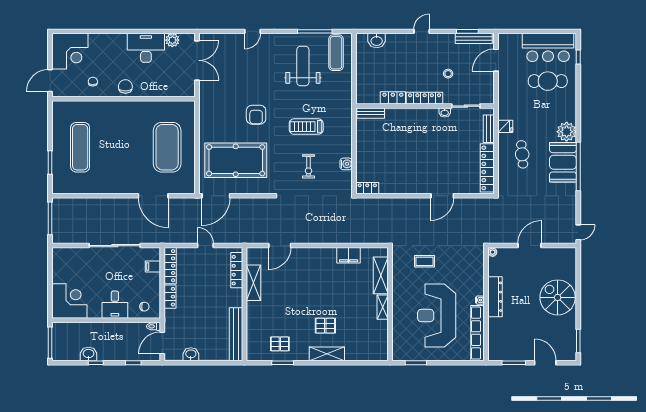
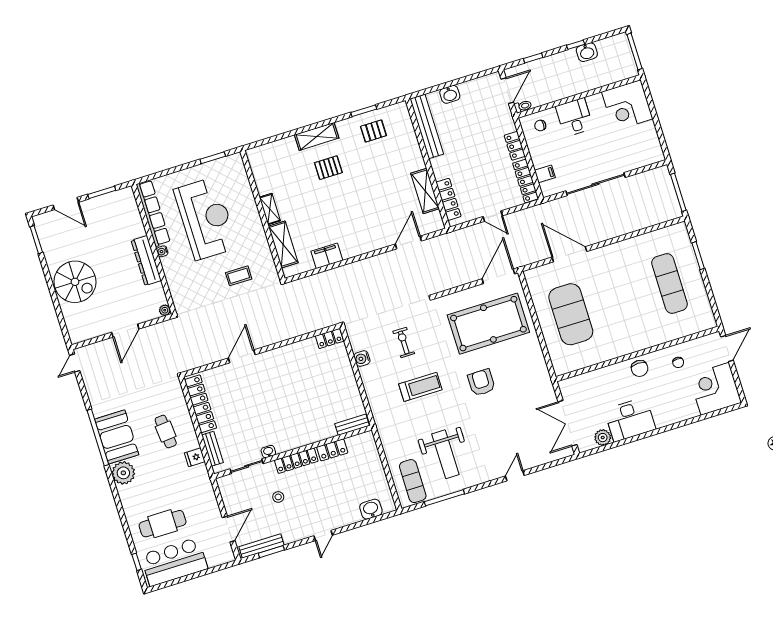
washbasin: (191, 354) -> (450, 94), moved

